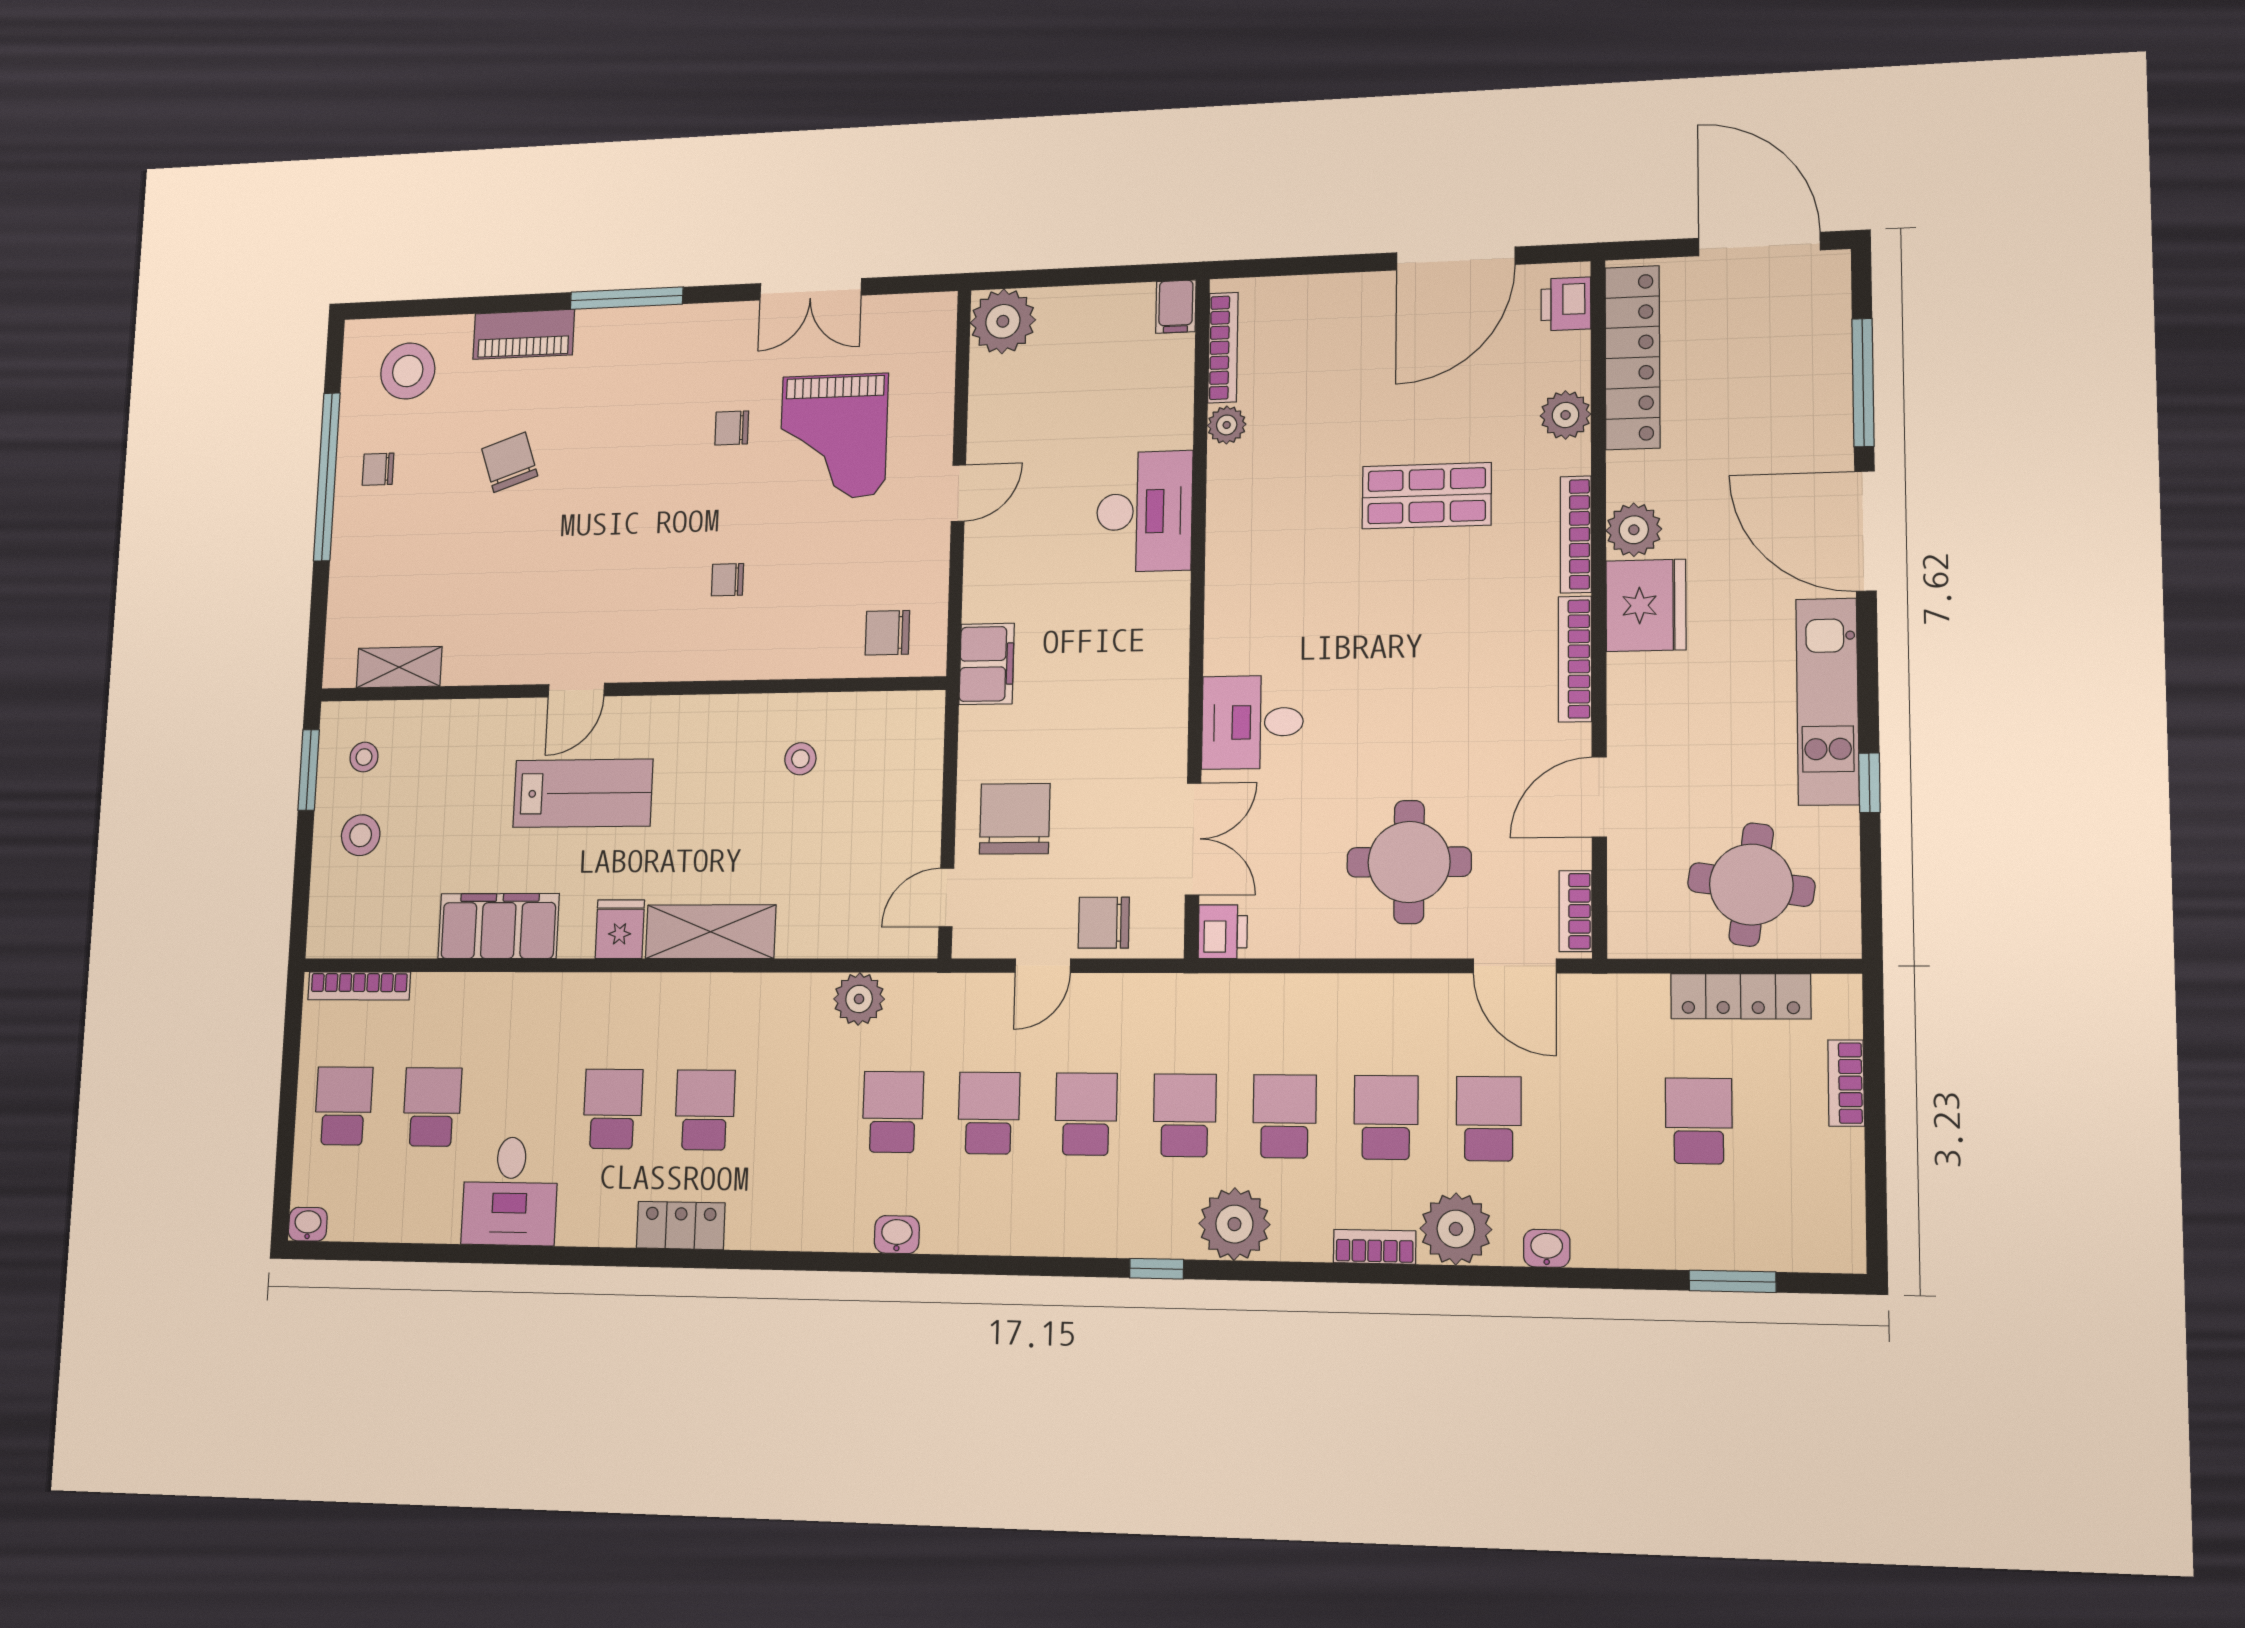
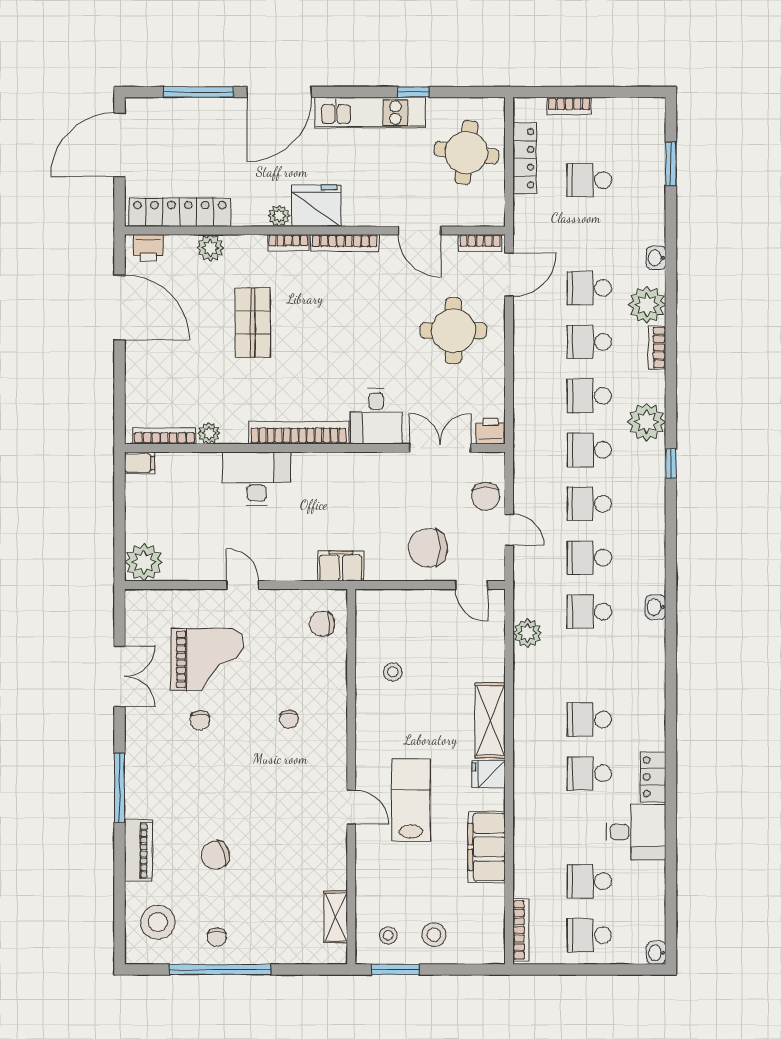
plant: (1634, 530) -> (279, 216), width x0.73, depth x0.73
bookcase: (1576, 534) -> (288, 243), width x0.64
bookcase: (1225, 583) -> (299, 433), added
chair: (887, 633) -> (322, 624), turned 90
locker: (681, 1225) -> (653, 777), moved

